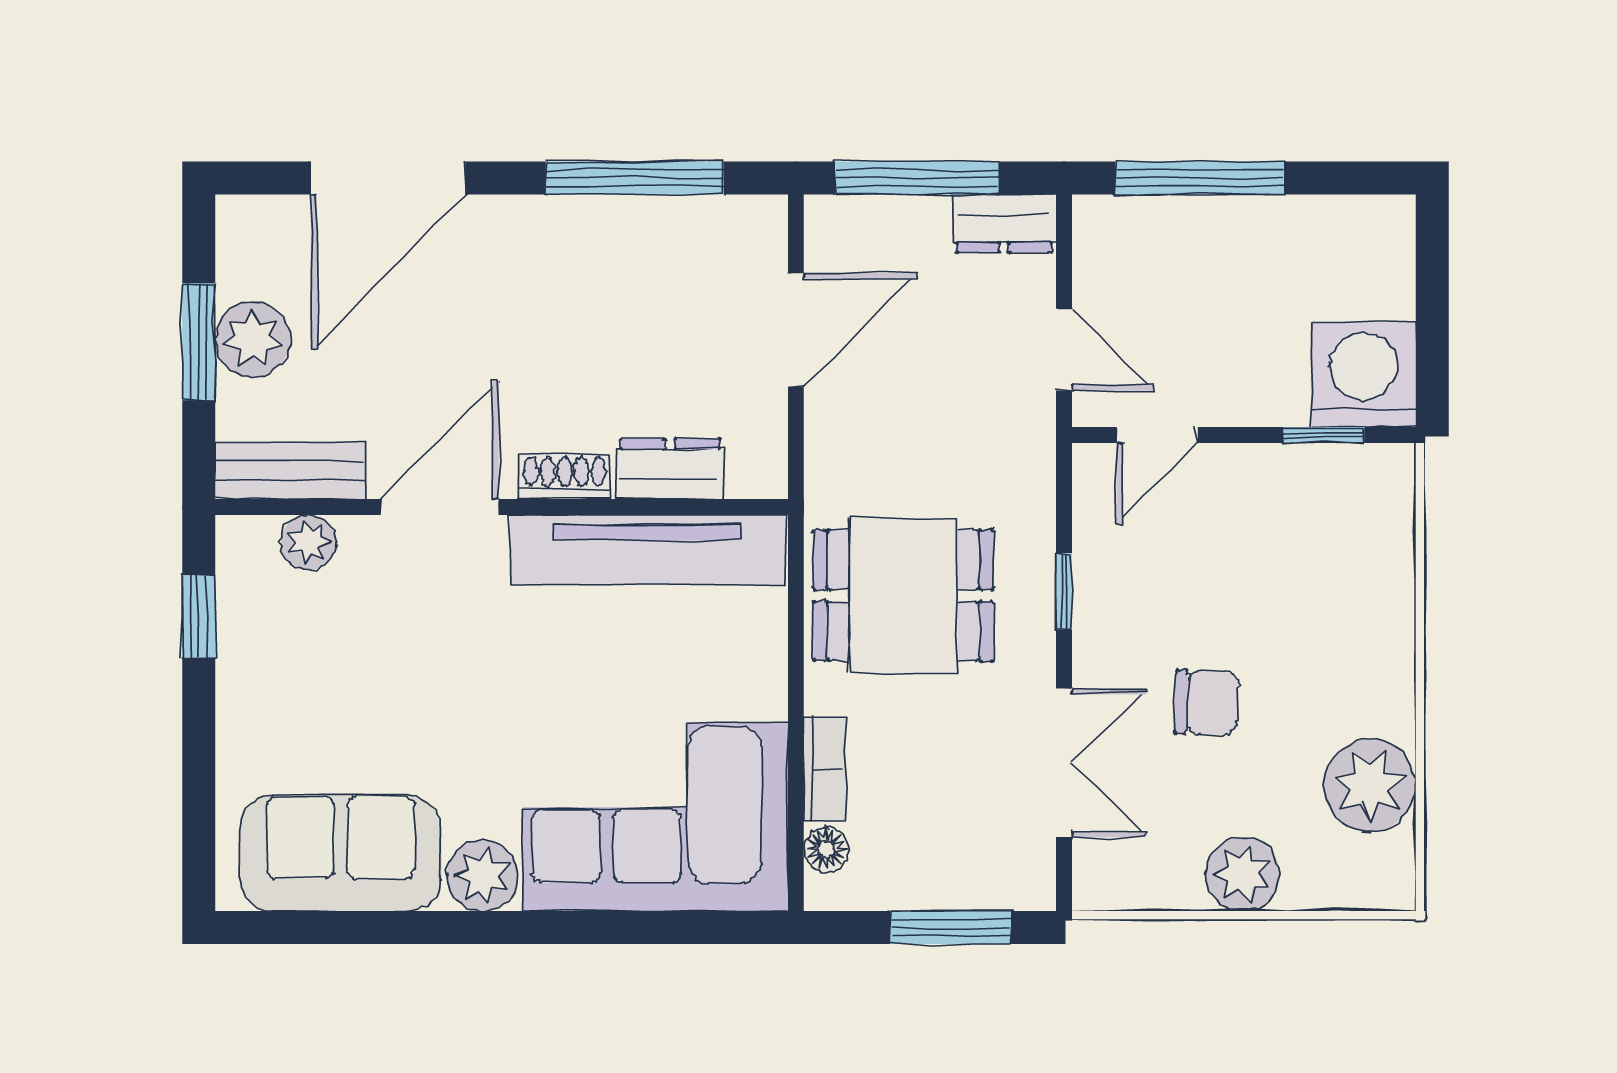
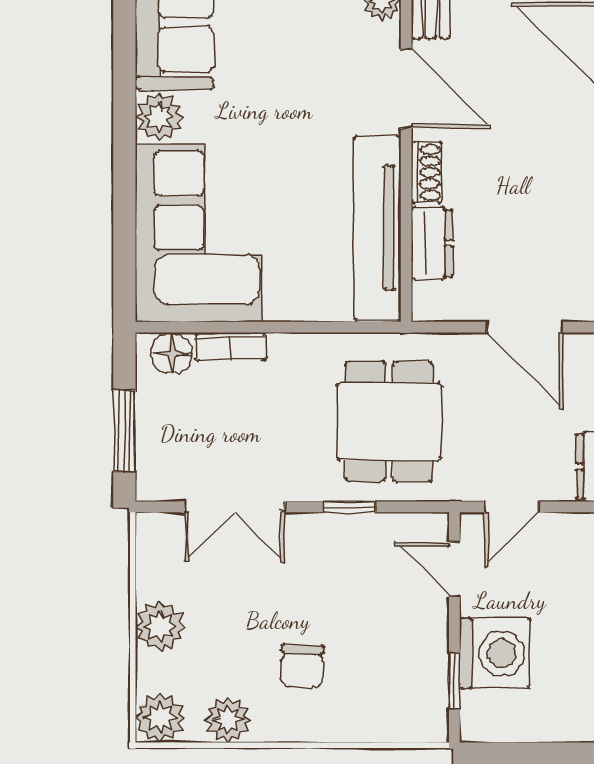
washing machine: (1363, 375) -> (495, 653), moved
dining table: (903, 595) -> (389, 421), moved
chair: (1206, 703) -> (302, 666), moved
plant: (1370, 785) -> (228, 720), width x0.73, depth x0.73
floor lamp: (826, 849) -> (171, 353), width x1.37, depth x1.37
plant: (1379, 874) -> (160, 718), added

